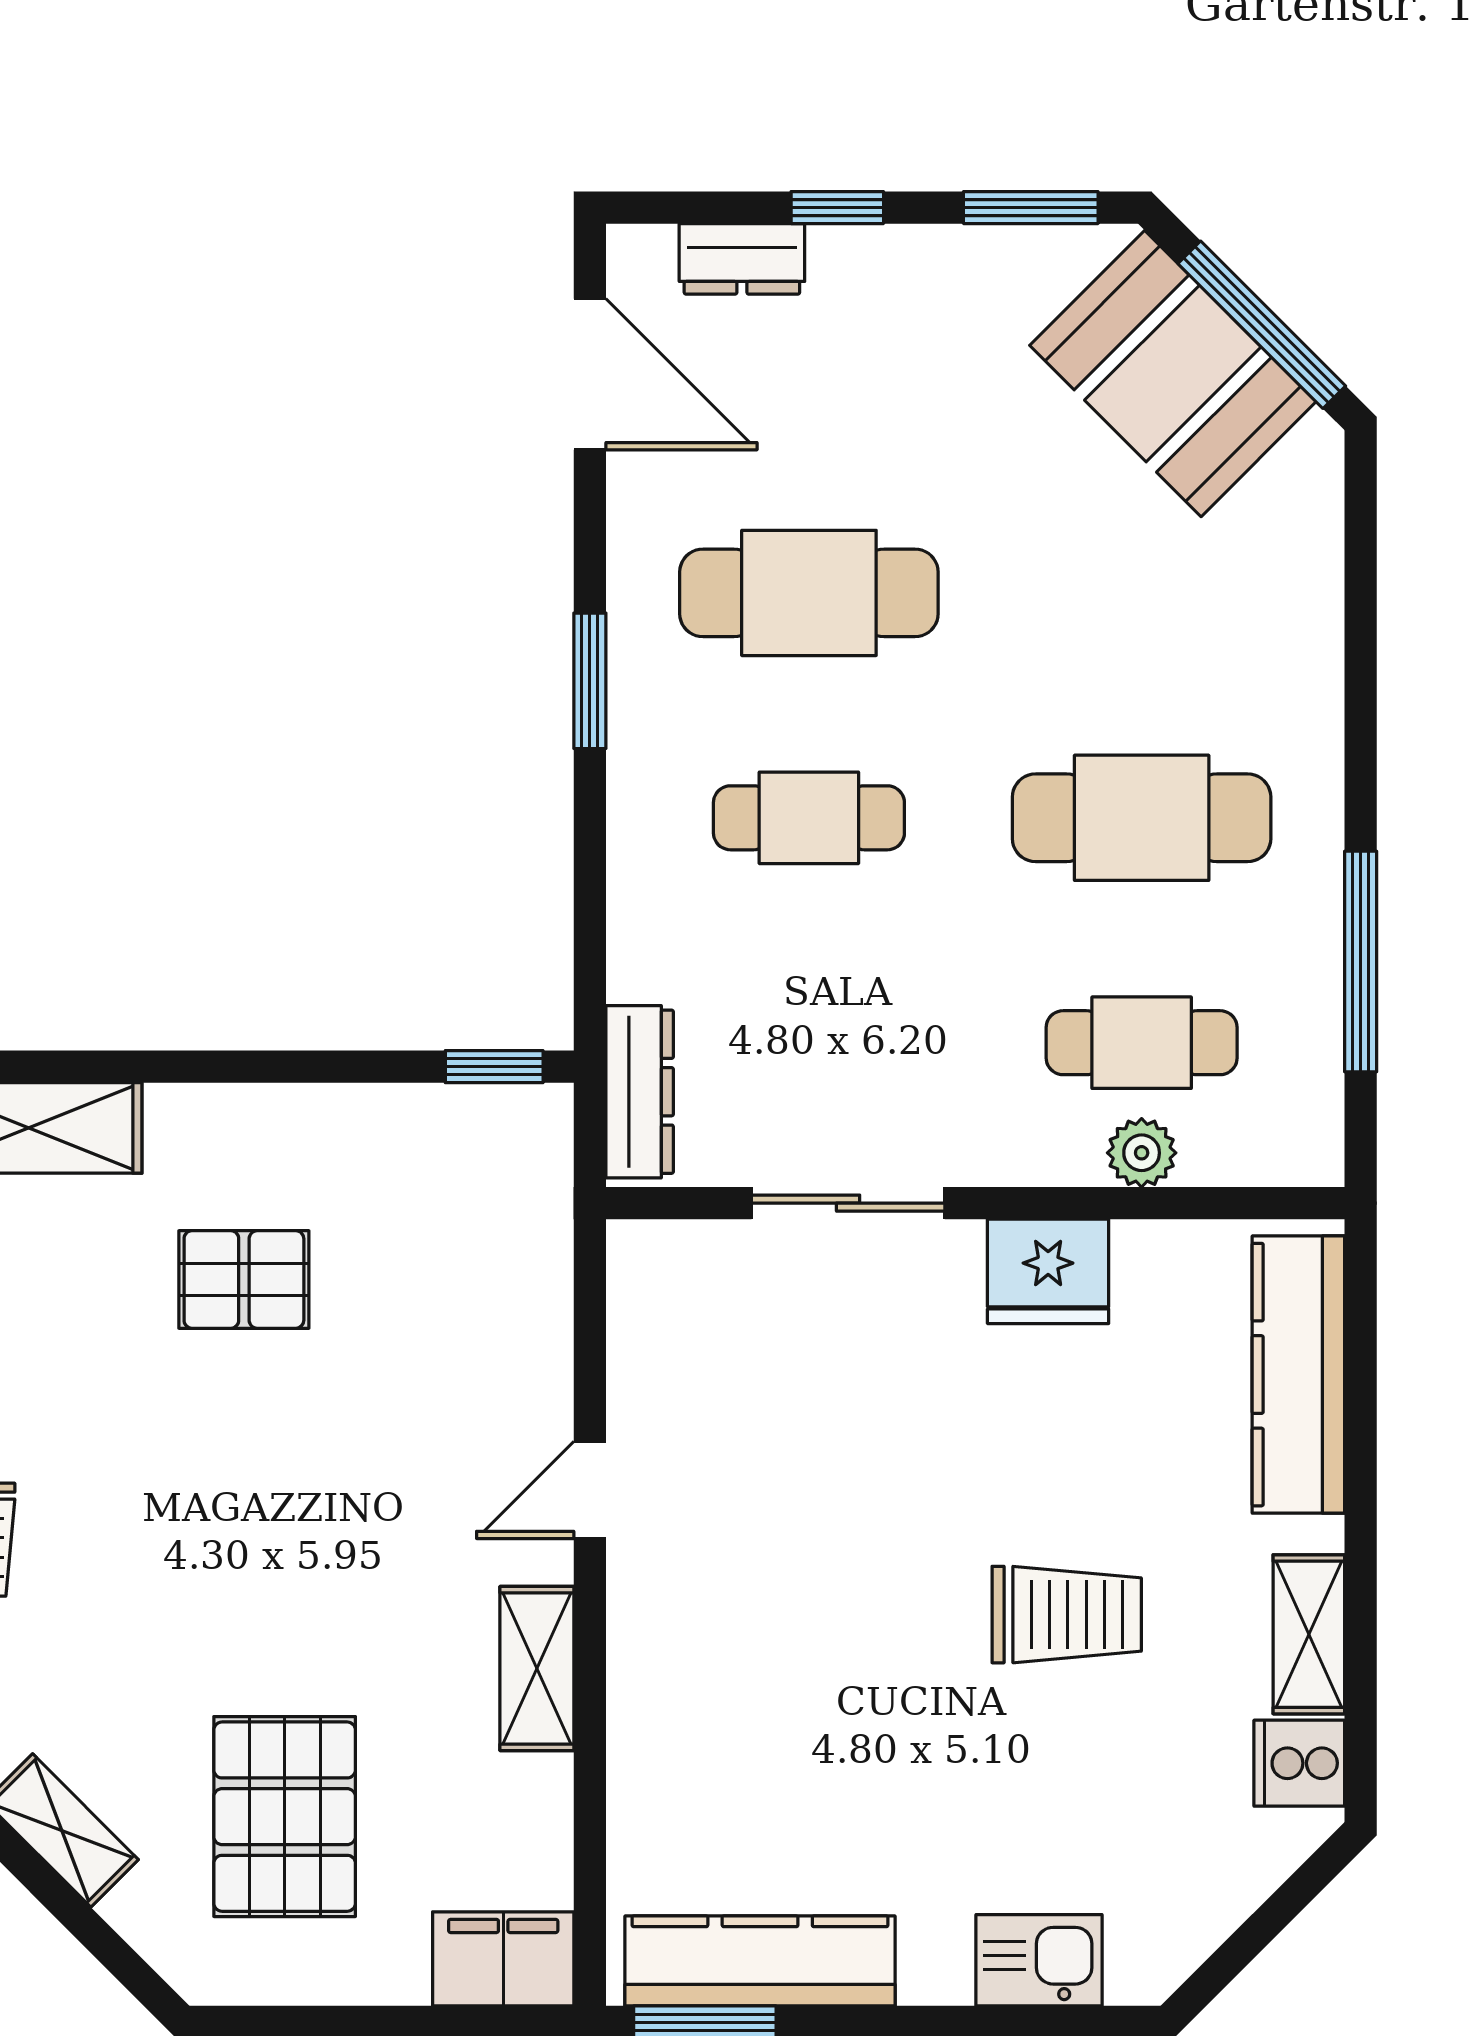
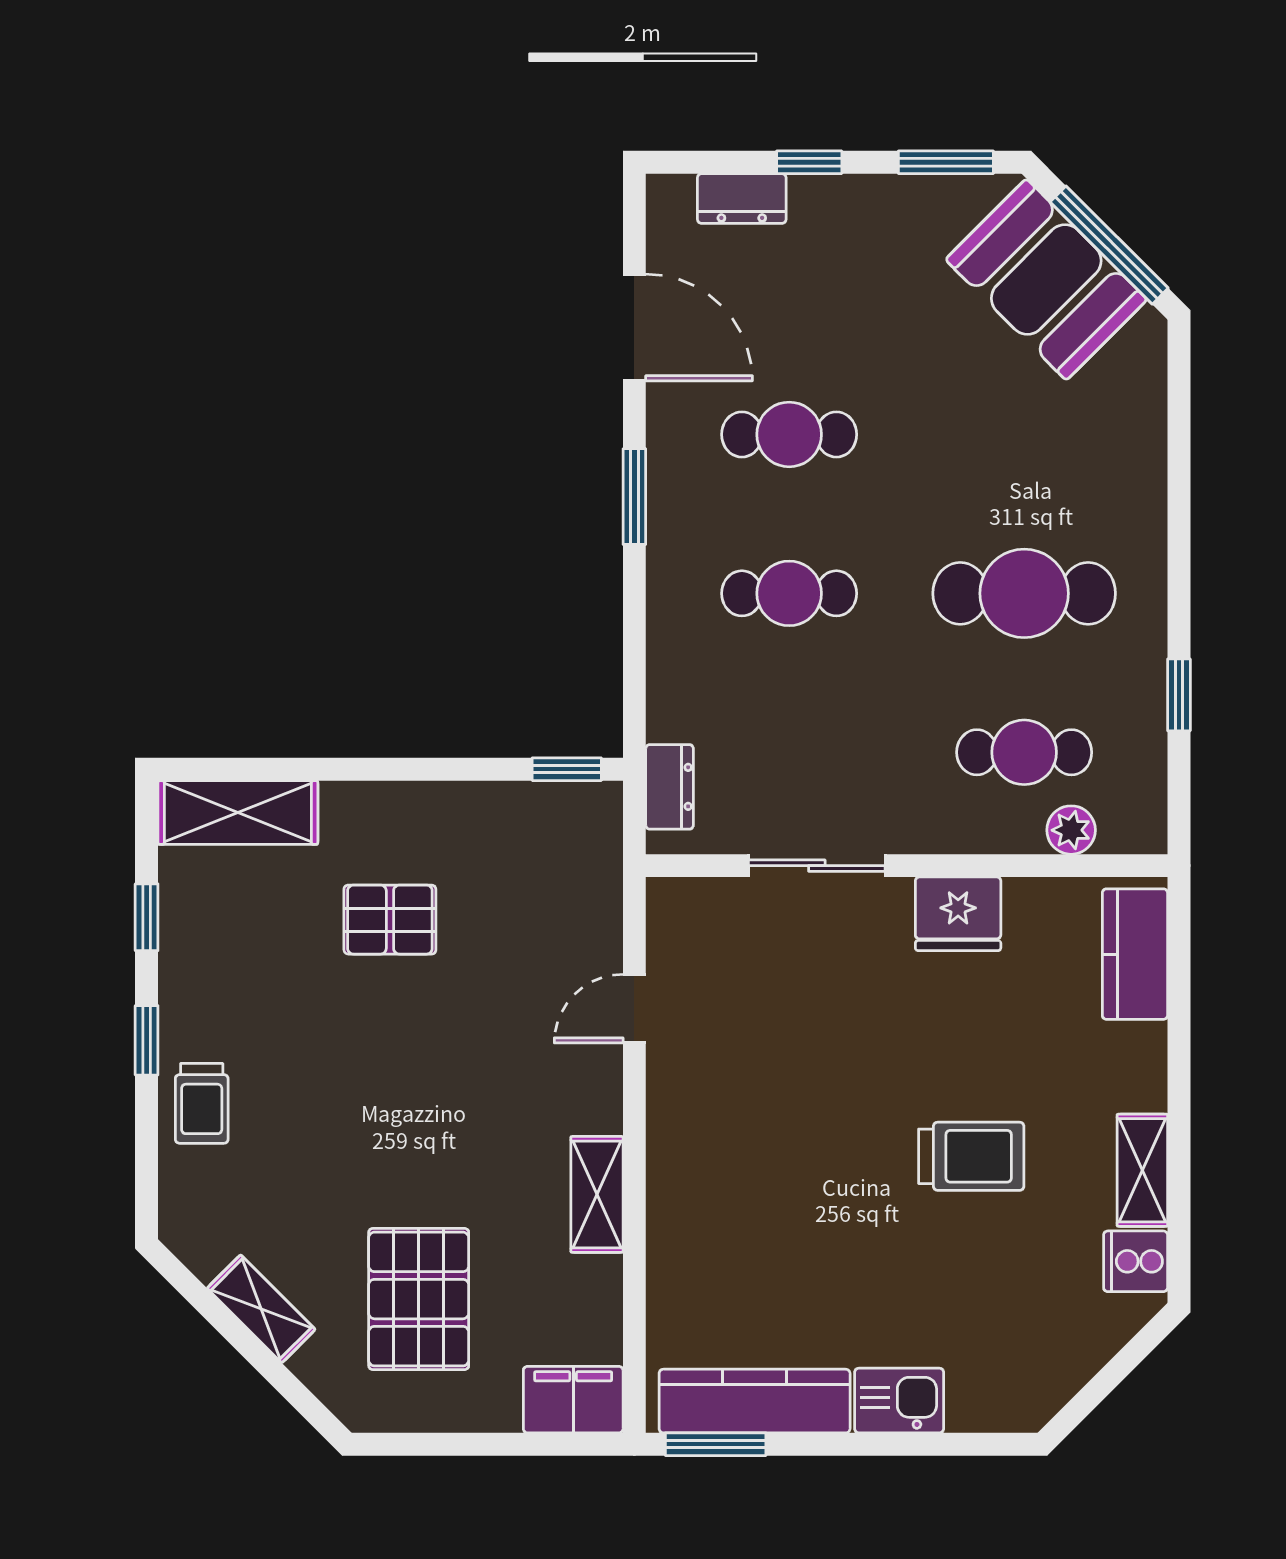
door: (590, 374) -> (634, 327), moved
cafe table: (809, 593) -> (789, 434), width x0.73, depth x0.74
window: (1361, 961) -> (1179, 695), width x0.46
dresser: (640, 1092) -> (670, 787), width x0.70
plant: (1142, 1153) -> (1071, 830), moved
kitchen counter: (1298, 1375) -> (1135, 954), width x0.67
door: (590, 1490) -> (634, 1009), moved
kitchen sink: (1039, 1960) -> (899, 1401), moved

